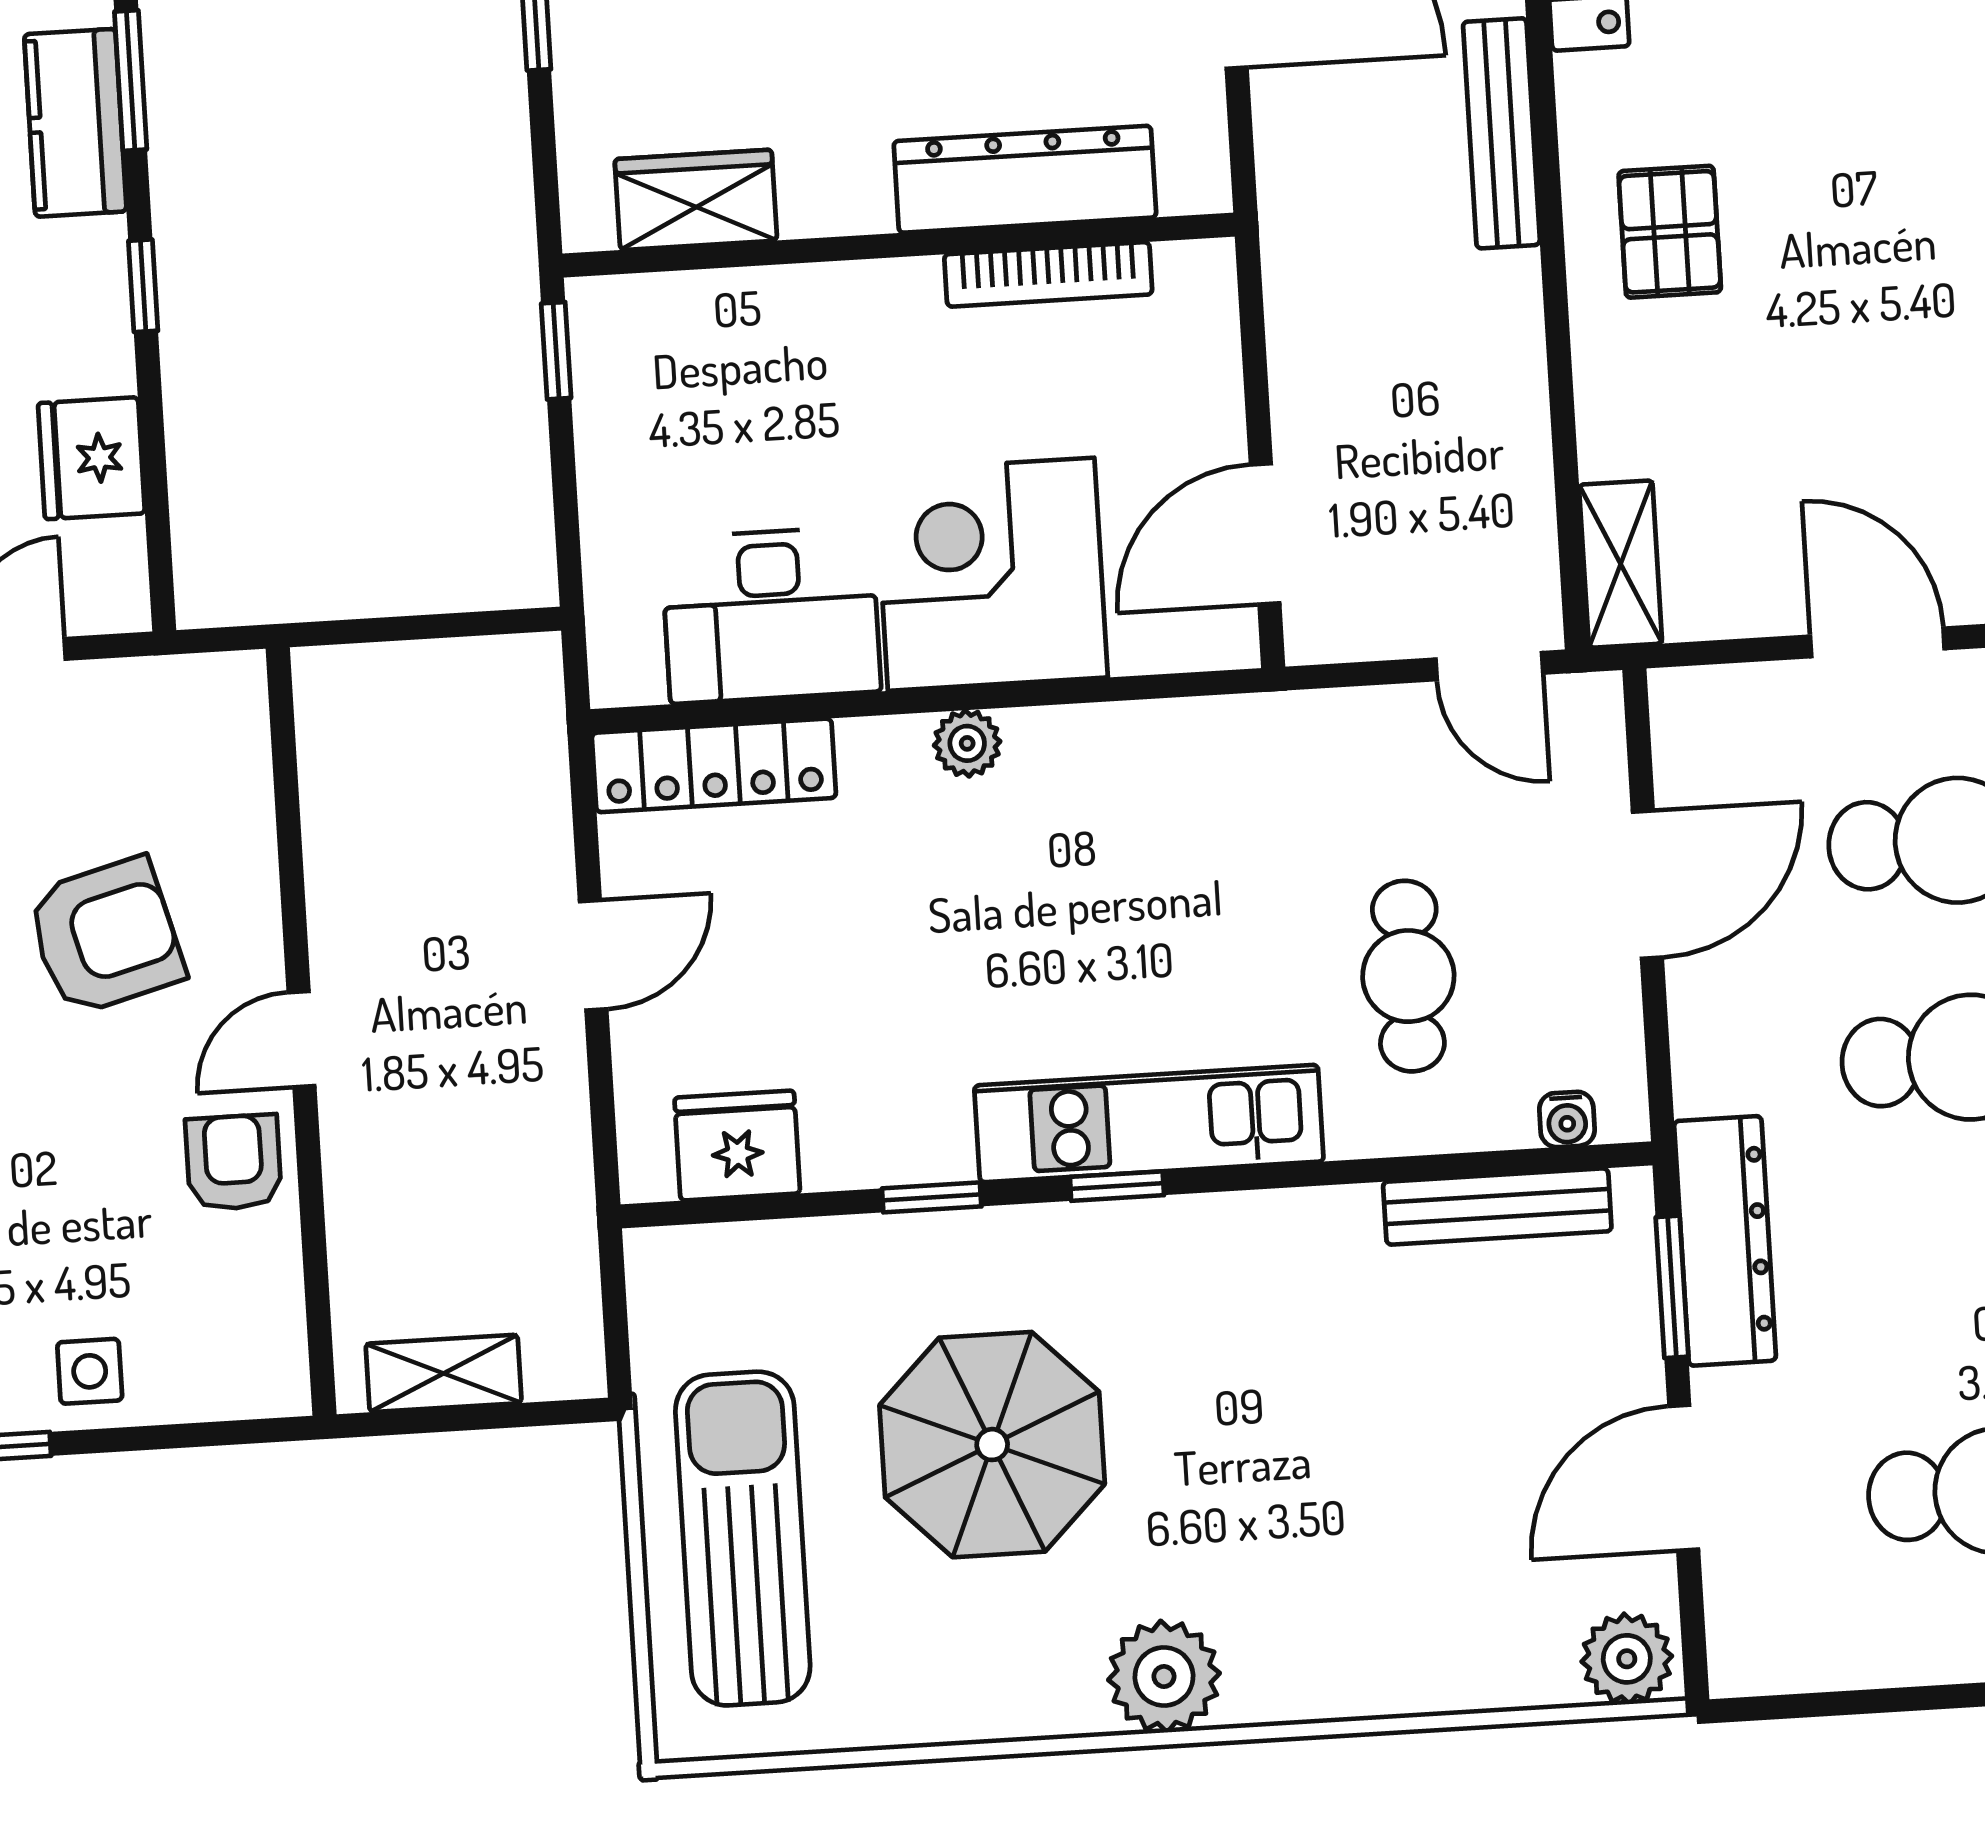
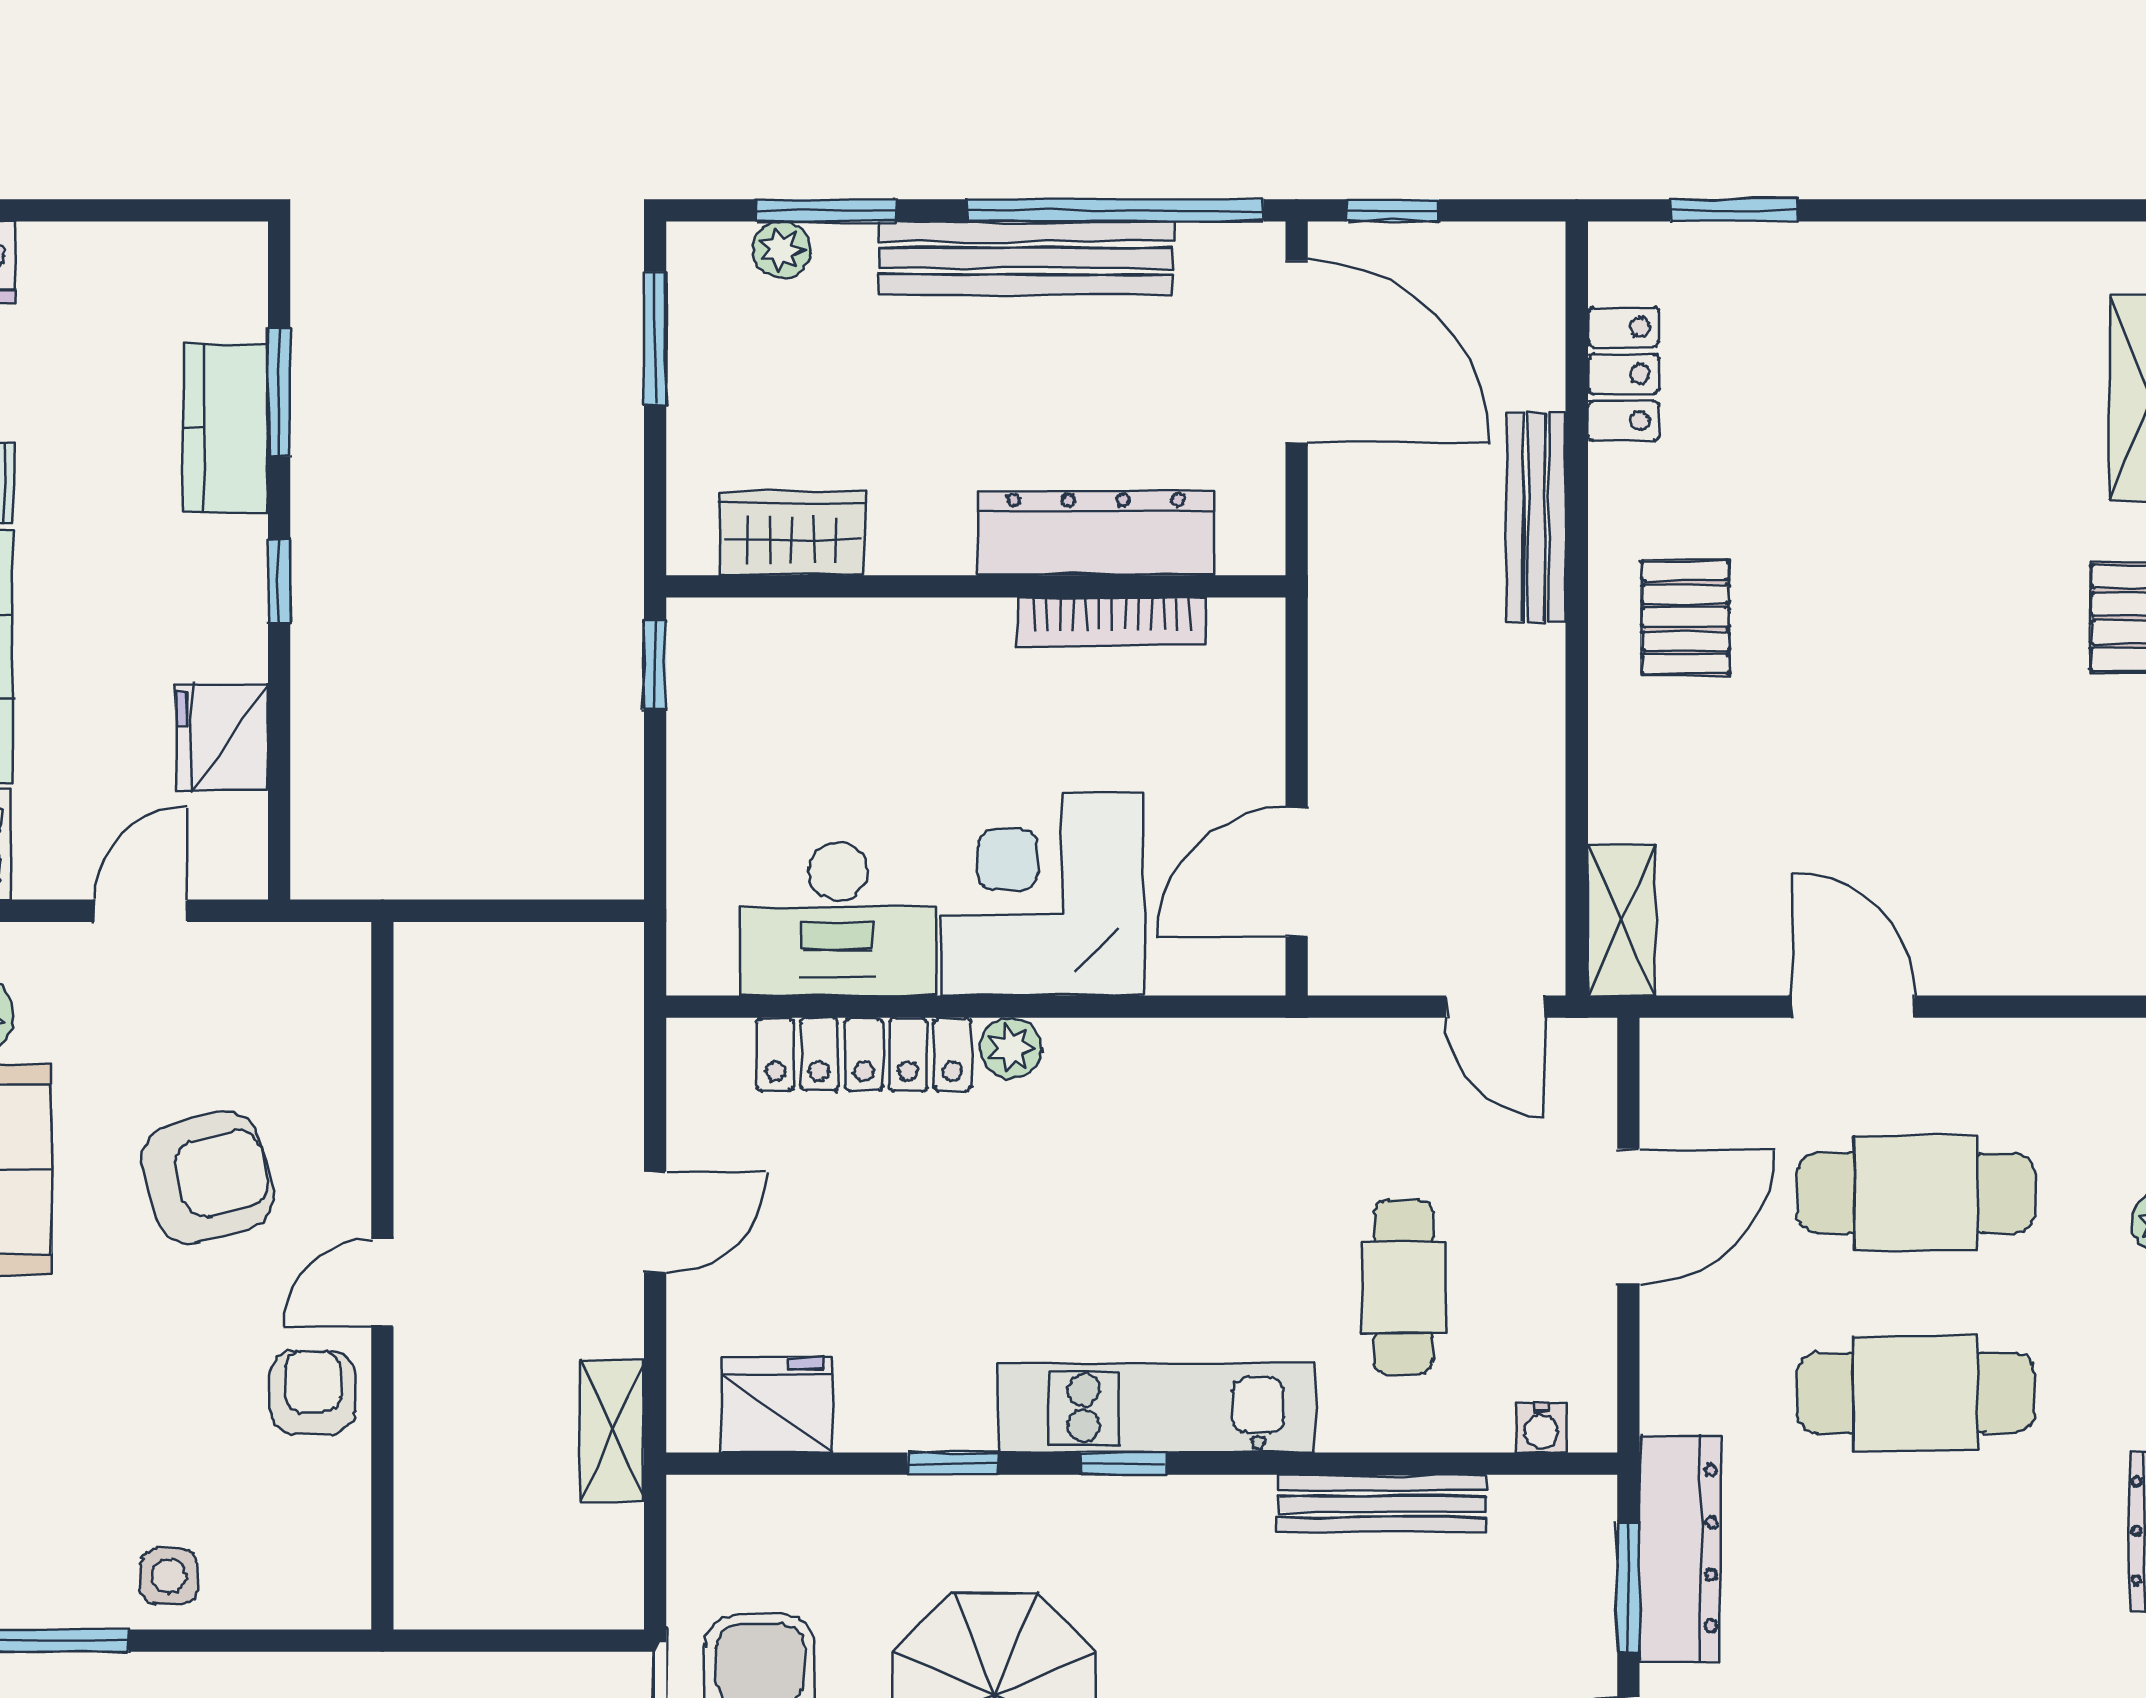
locker: (714, 765) -> (864, 1054), moved
bench: (1497, 1206) -> (1382, 1504), moved
shelving: (444, 1373) -> (613, 1431), moved, turned 90

